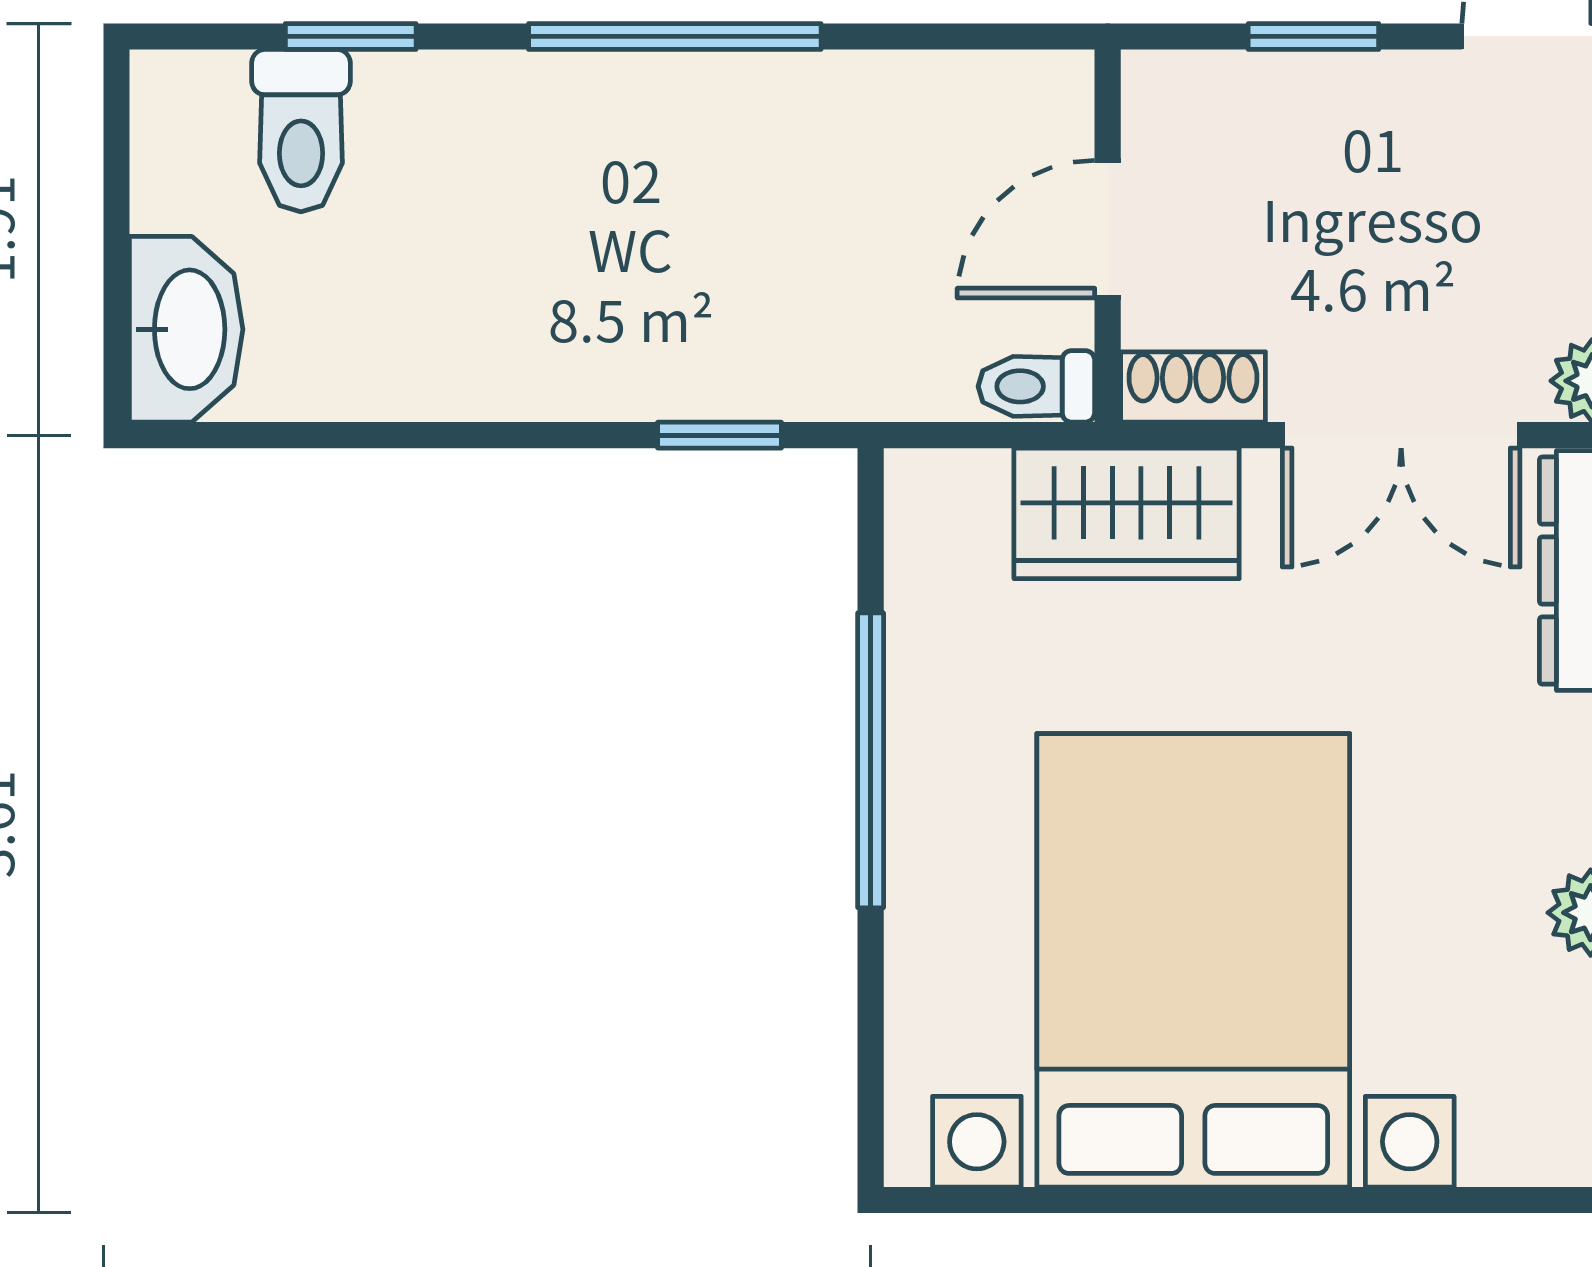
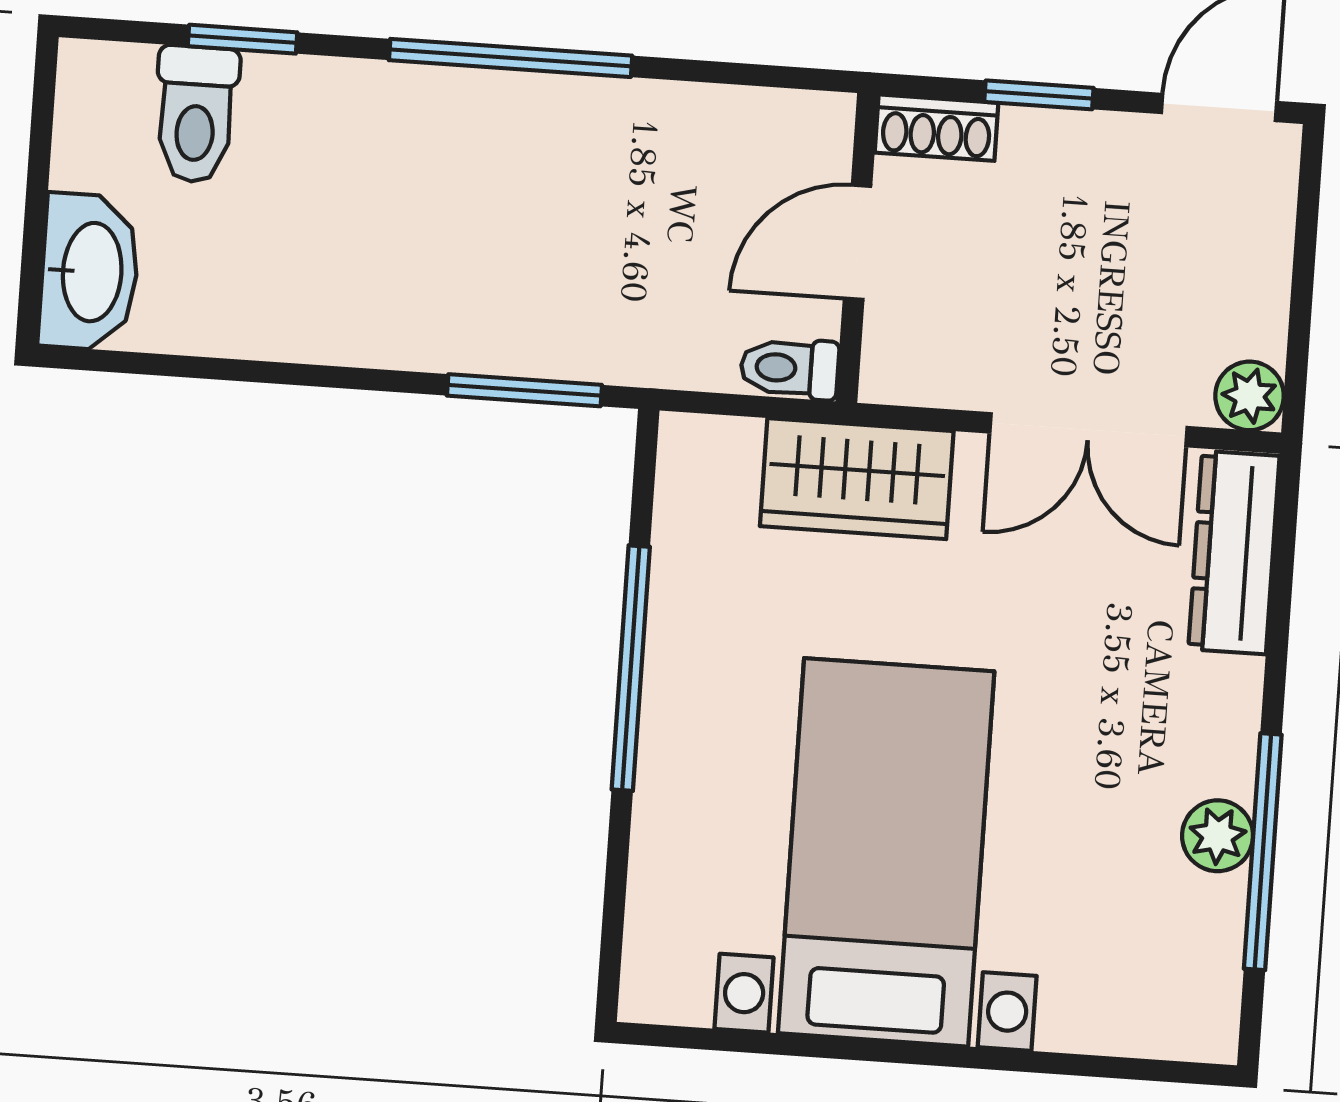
shoe rack: (1193, 387) -> (937, 128), moved, turned 180
window: (719, 435) -> (524, 390), width x1.50
bed with nightstands: (1193, 960) -> (886, 852), width x0.73

